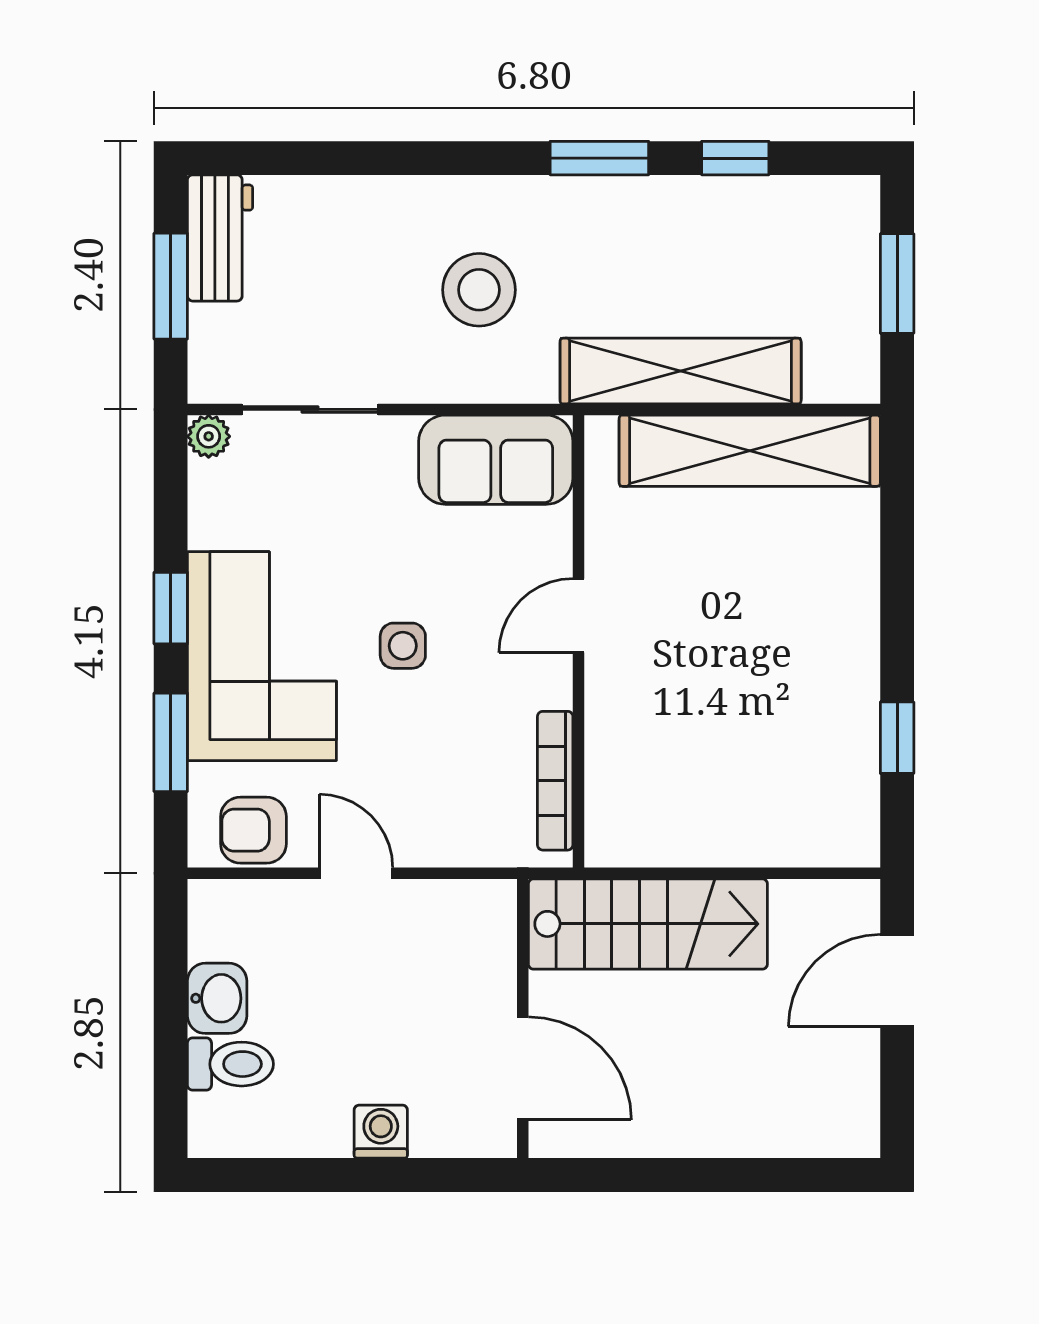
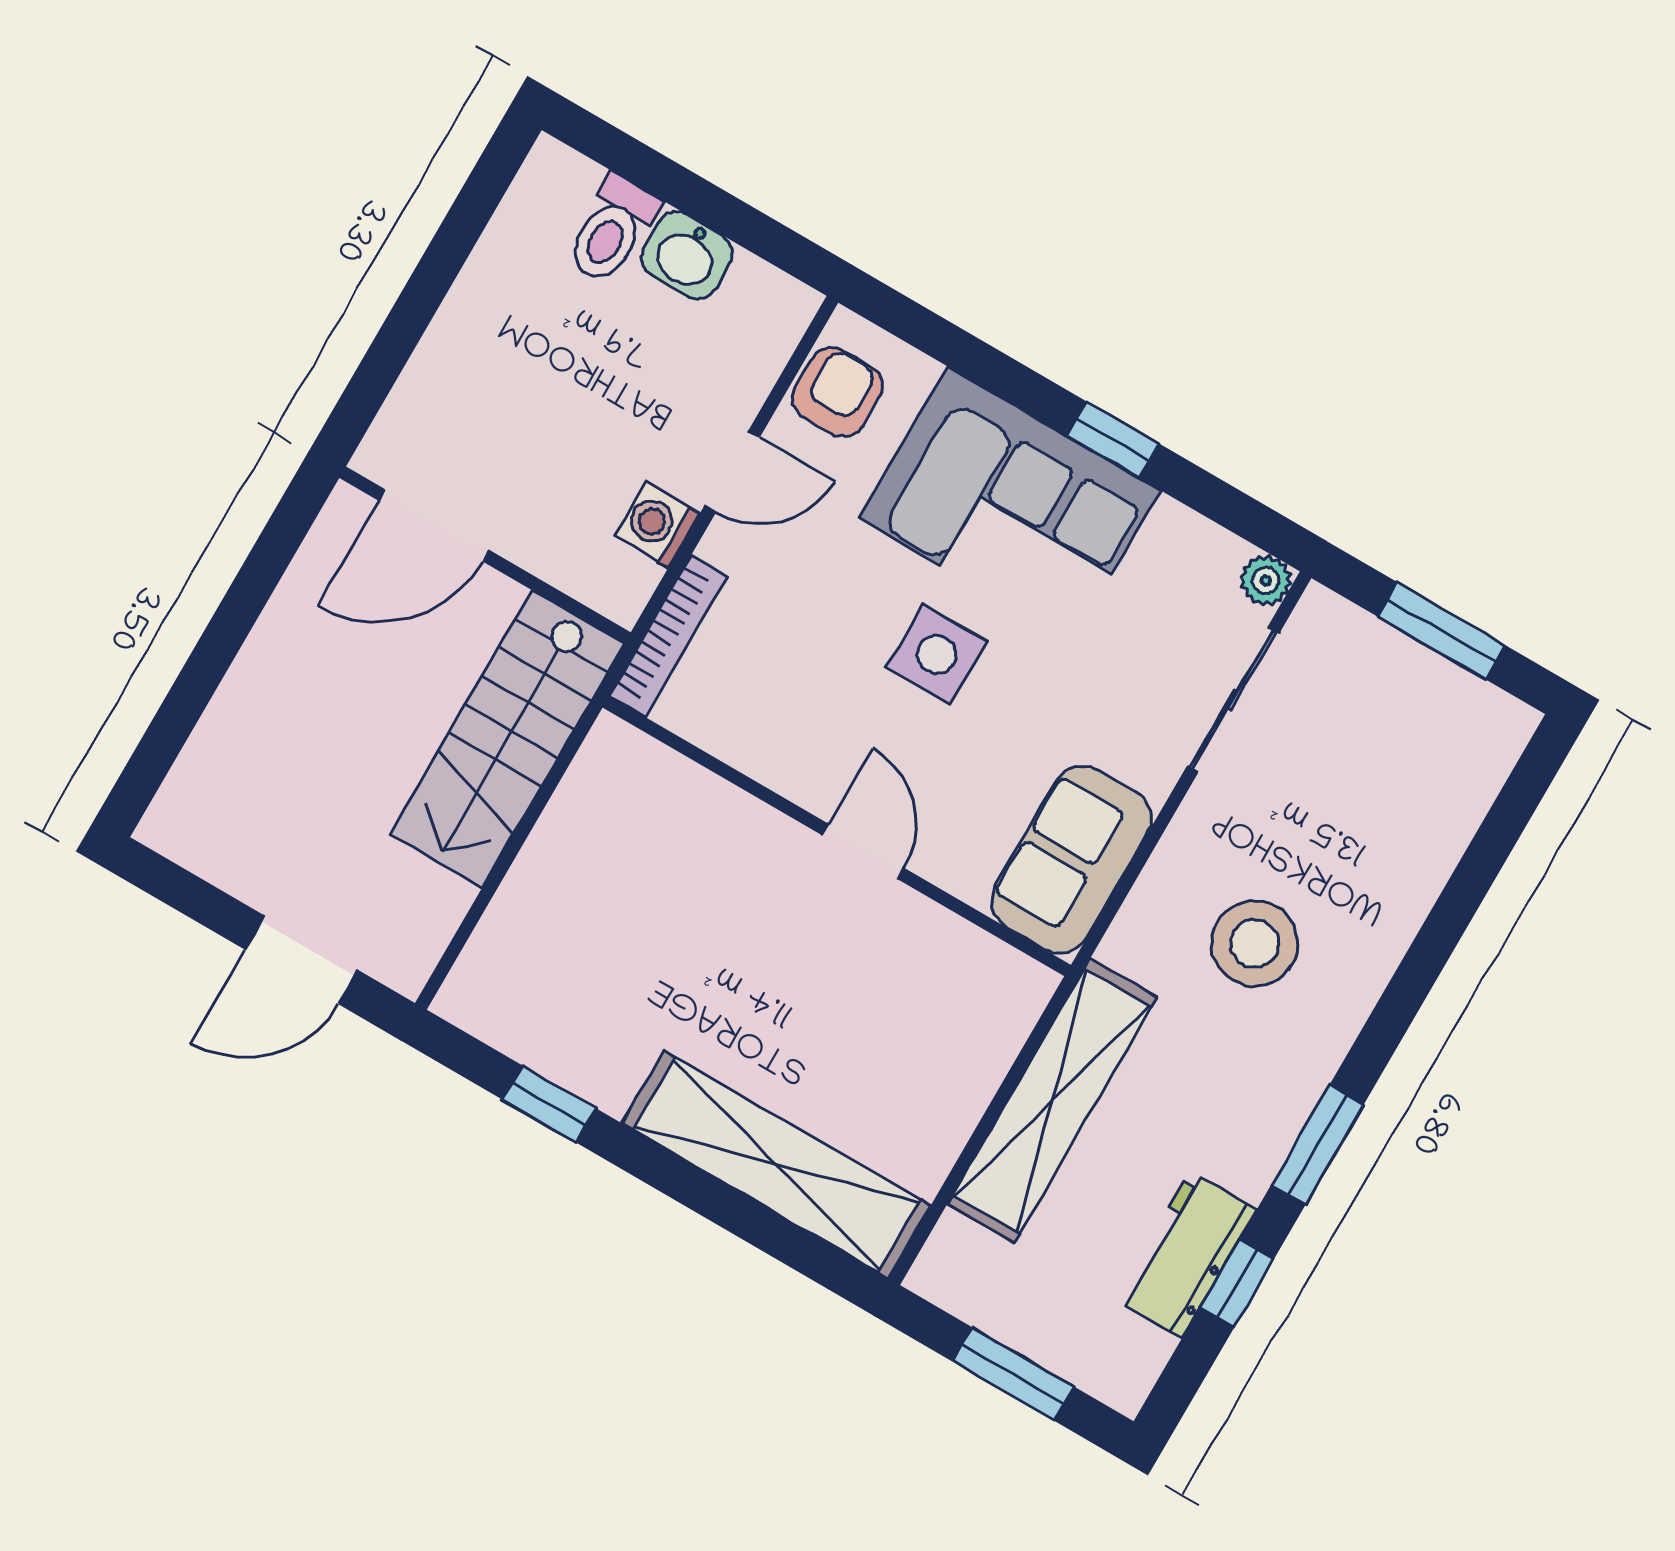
workbench: (220, 238) -> (1186, 1255), moved, turned 90
shelving: (750, 451) -> (776, 1165), moved, turned 90
side table: (403, 646) -> (937, 654), width x1.37, depth x1.37
window: (171, 742) -> (976, 360), removed
bookcase: (555, 781) -> (668, 636), moved, turned 90
door: (897, 980) -> (302, 960), swing flipped
washing machine: (381, 1132) -> (657, 525), moved, turned 180

